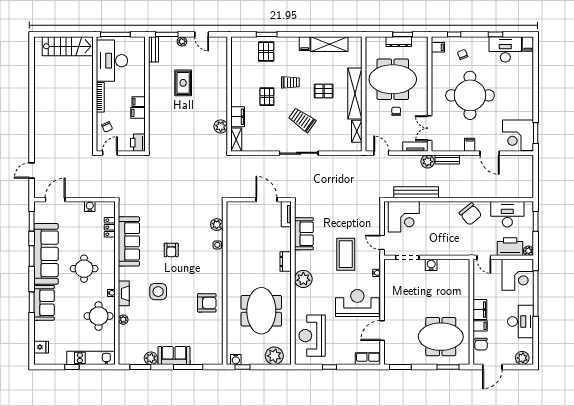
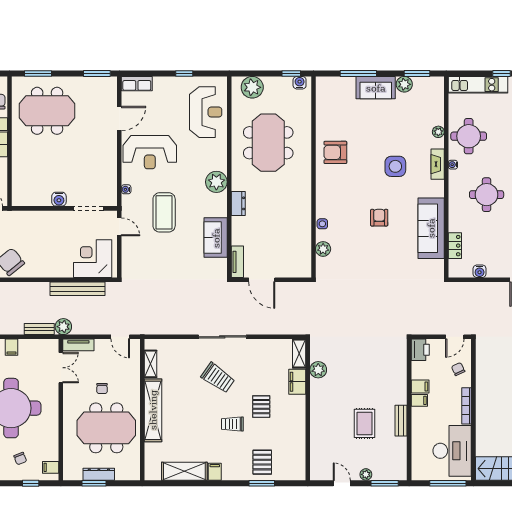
bench: (153, 49) -> (401, 421), moved
pallet: (324, 91) -> (191, 413), removed

